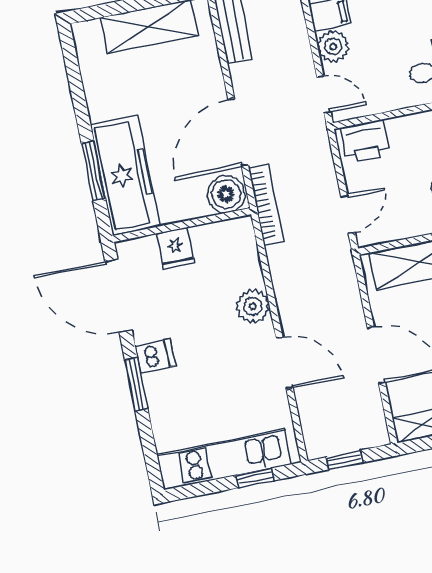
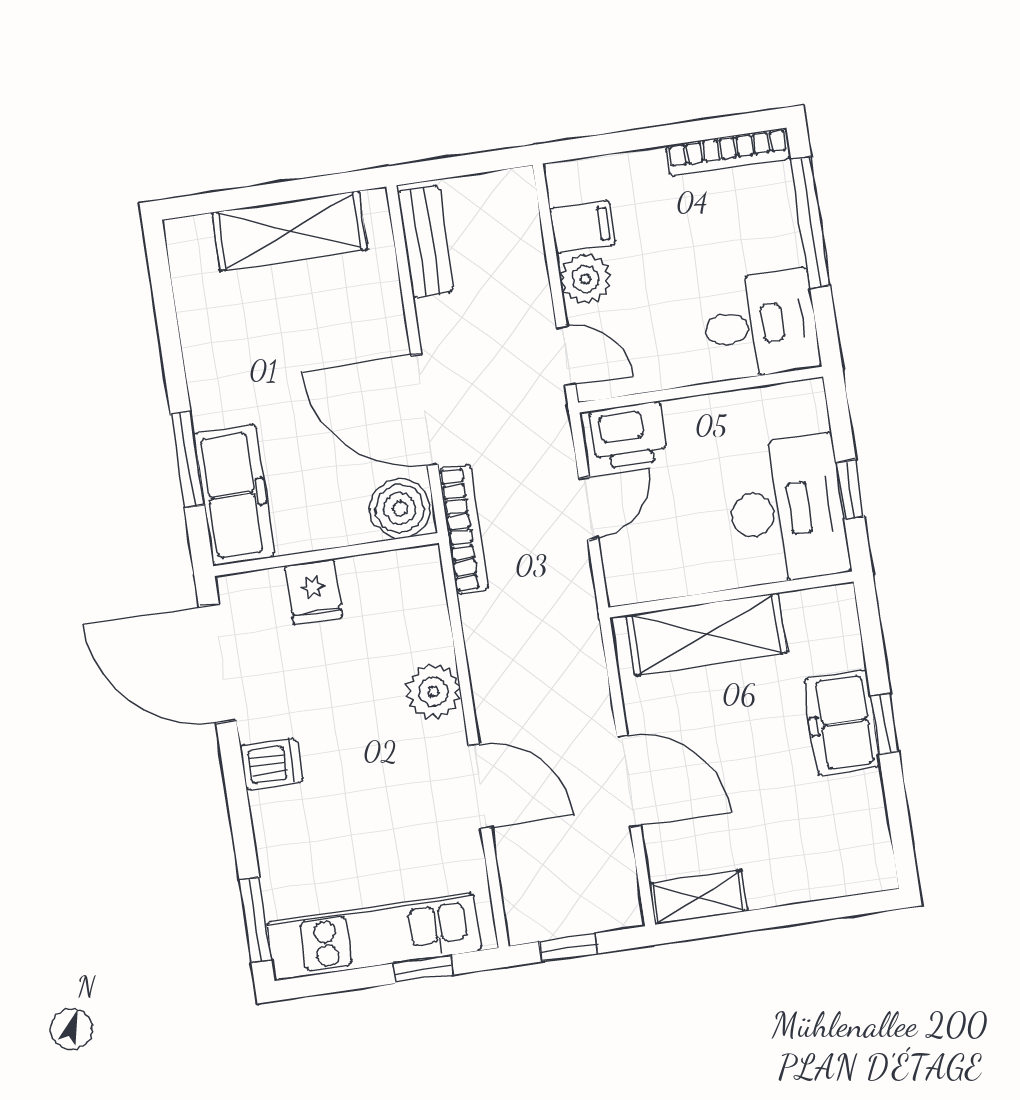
door: (238, 132) -> (424, 410), hinge flipped
freezer: (125, 175) -> (234, 495), width x0.73, depth x0.79
door: (348, 214) -> (589, 508), moved
window: (136, 384) -> (255, 920), moved

